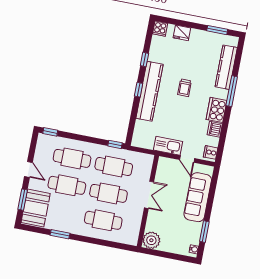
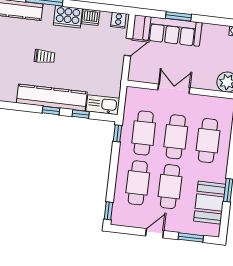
window: (144, 59) -> (81, 114), moved
kitchen sink: (168, 146) -> (103, 105), moved, turned 90
booth: (36, 208) -> (210, 203), moved, turned 90
window: (204, 232) -> (179, 16), moved

